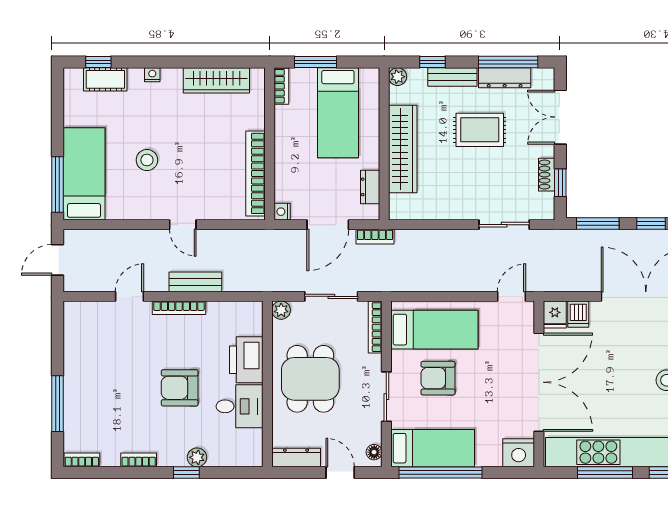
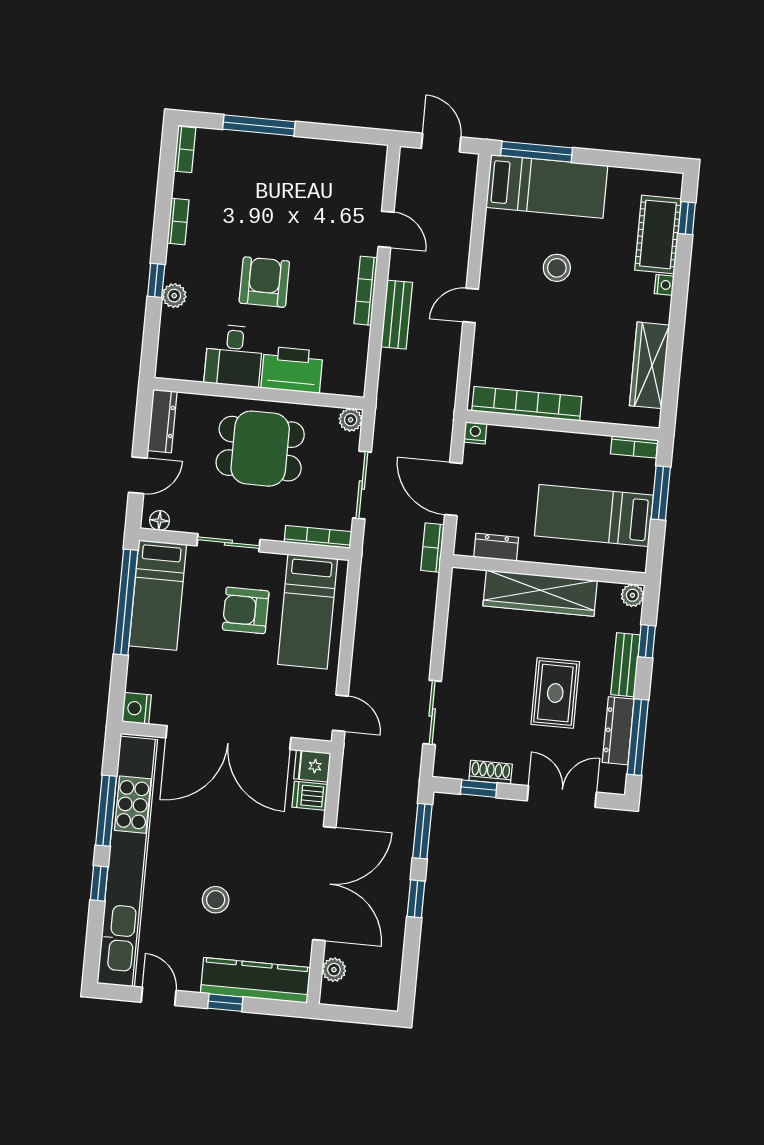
cot: (105, 79) -> (658, 234), width x1.37, depth x1.34
armchair: (438, 378) -> (246, 610), turned -90
nightstand: (519, 453) -> (137, 708), width x0.74, depth x0.75

